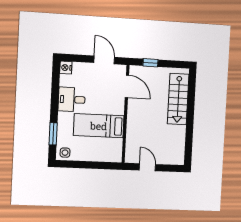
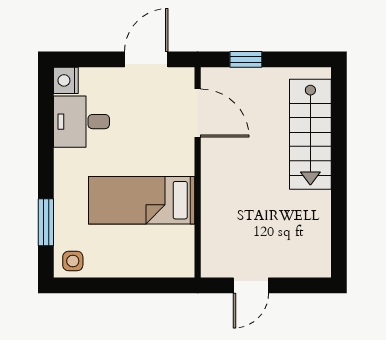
door: (104, 60) -> (146, 59), hinge flipped
desk: (72, 100) -> (81, 122), moved
door: (147, 167) -> (251, 285), swing flipped

